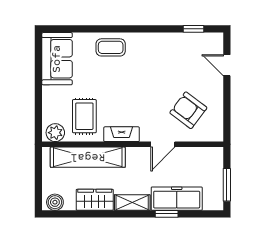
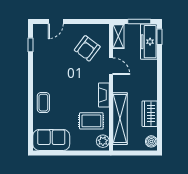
freezer: (177, 199) -> (149, 42), moved
shelving: (132, 202) -> (118, 36), moved
window: (167, 214) -> (160, 37), moved

